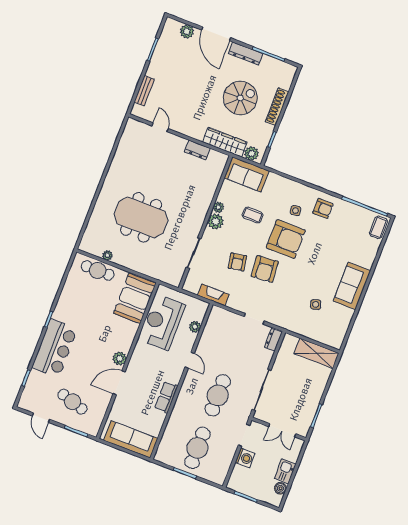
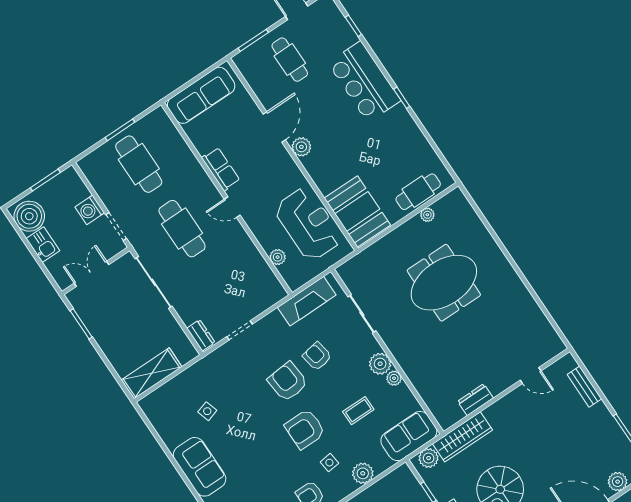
plant: (288, 186) -> (363, 473), added
armchair: (286, 239) -> (305, 429), width x0.73, depth x0.73
fireplace: (213, 295) -> (307, 301), width x1.37, depth x1.32
door: (190, 360) -> (232, 207), moved
cafe table: (73, 402) -> (290, 60), turned 73
boiler: (280, 488) -> (29, 216), width x1.86, depth x1.86

